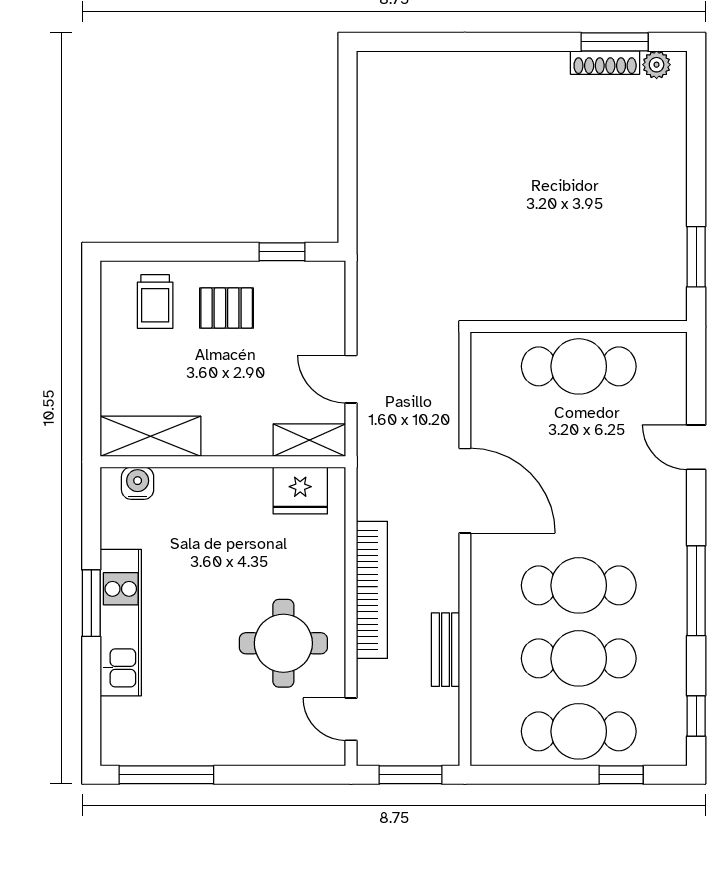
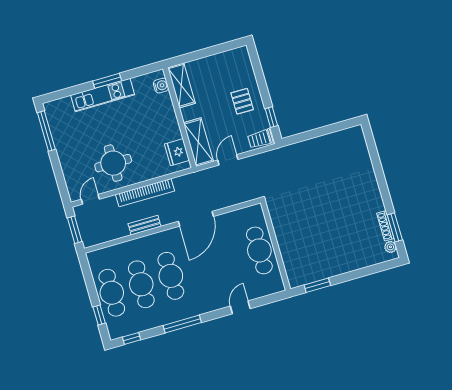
trolley: (155, 301) -> (260, 139), moved
shelving: (309, 440) -> (198, 142), width x1.50, depth x1.33
bench: (445, 650) -> (144, 225), moved

